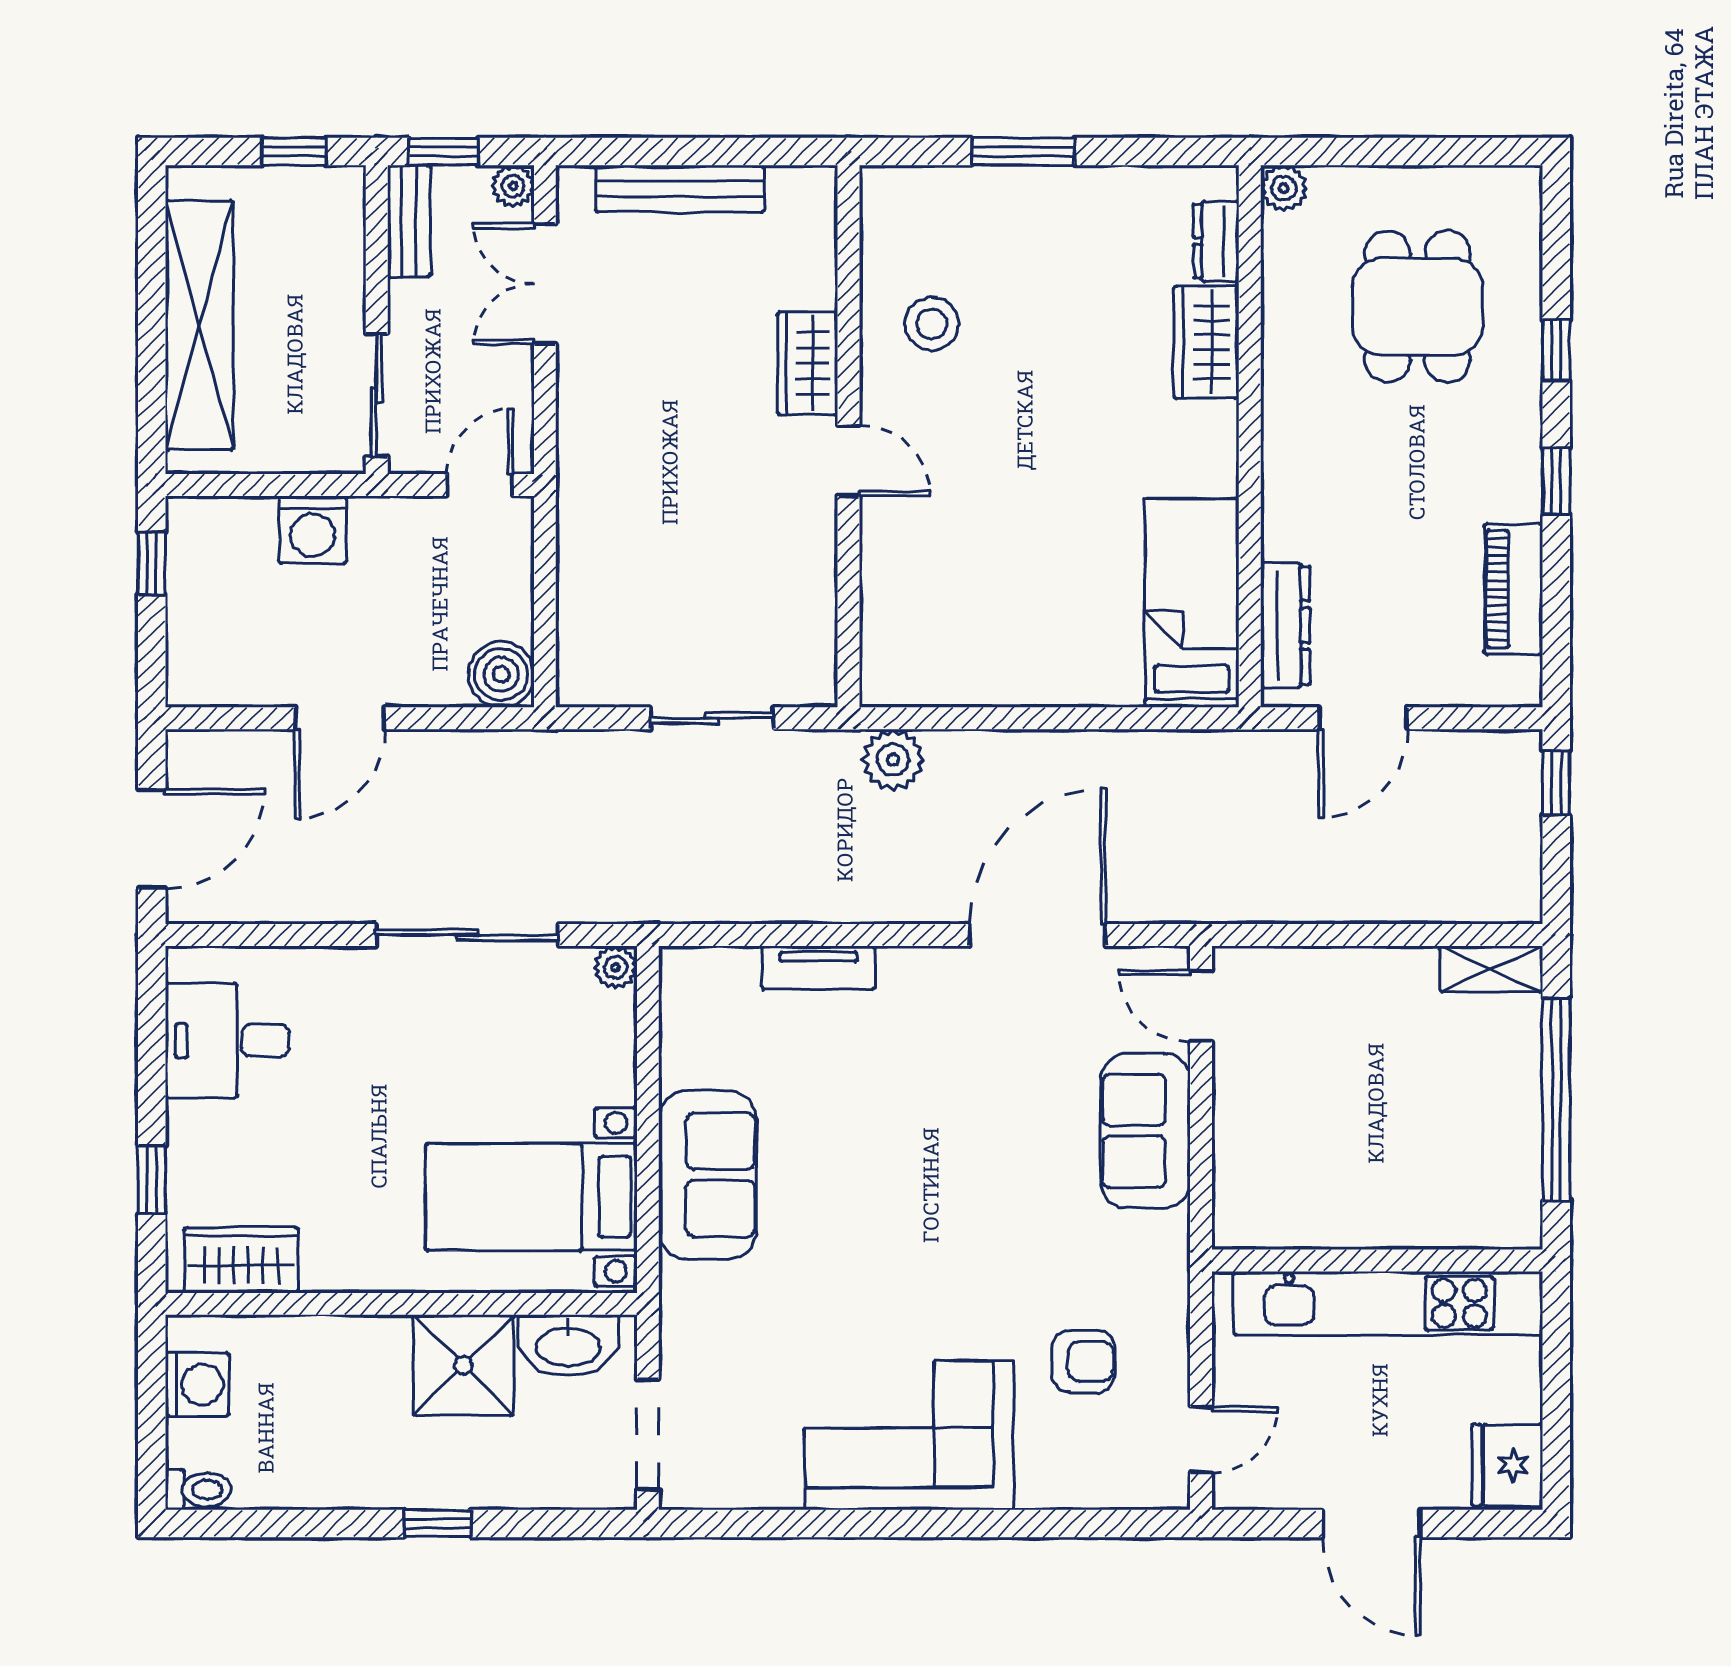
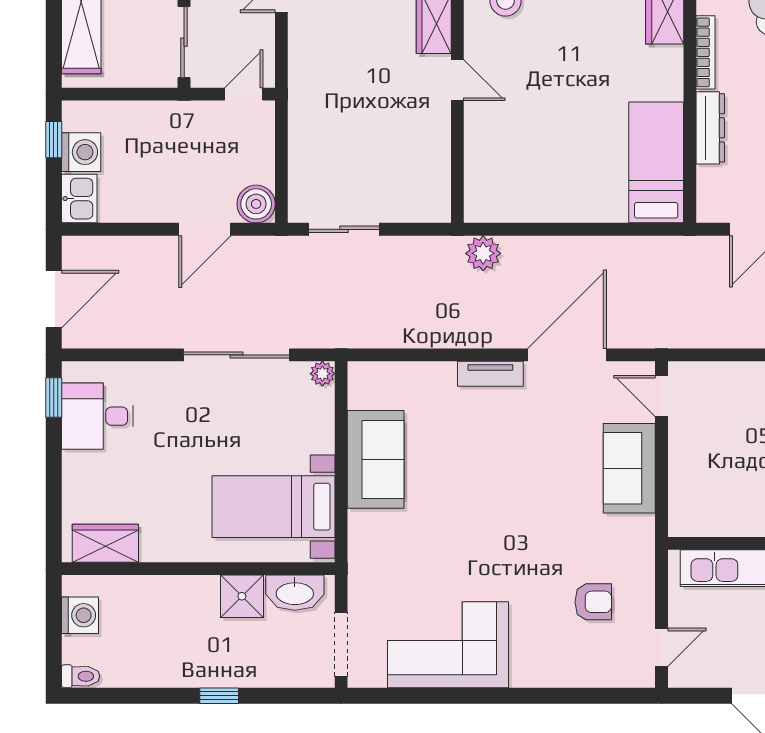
bookcase: (1277, 413) -> (705, 52), added
washing machine: (313, 530) -> (81, 152), moved, turned -90
dresser: (1285, 625) -> (710, 128), moved
kitchen sink: (196, 665) -> (79, 199), added
door: (340, 718) -> (205, 229), moved
sliding door: (712, 718) -> (344, 229), moved
tv unit: (819, 968) -> (490, 374), moved
sofa: (708, 1175) -> (376, 459), moved
window: (152, 1180) -> (54, 398), moved
shower: (463, 1365) -> (242, 596), width x0.73, depth x0.73
corner sofa: (909, 1435) -> (448, 645), moved

